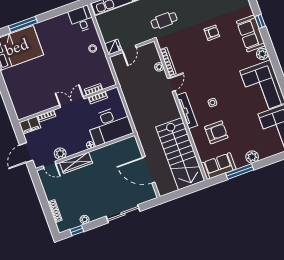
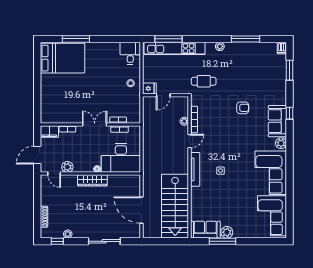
armchair: (216, 132) -> (214, 198), removed
plant: (252, 157) -> (227, 232), moved
wardrobe: (76, 163) -> (92, 180), moved

